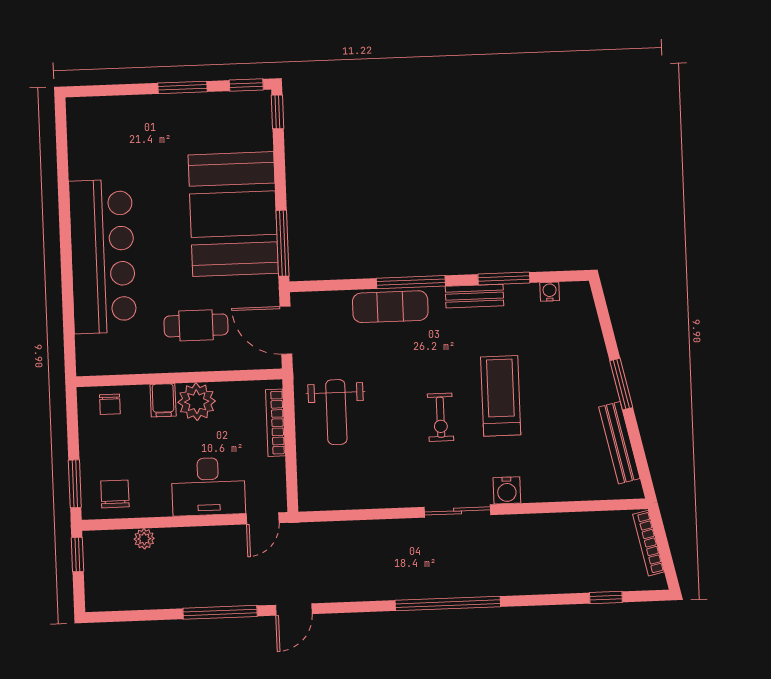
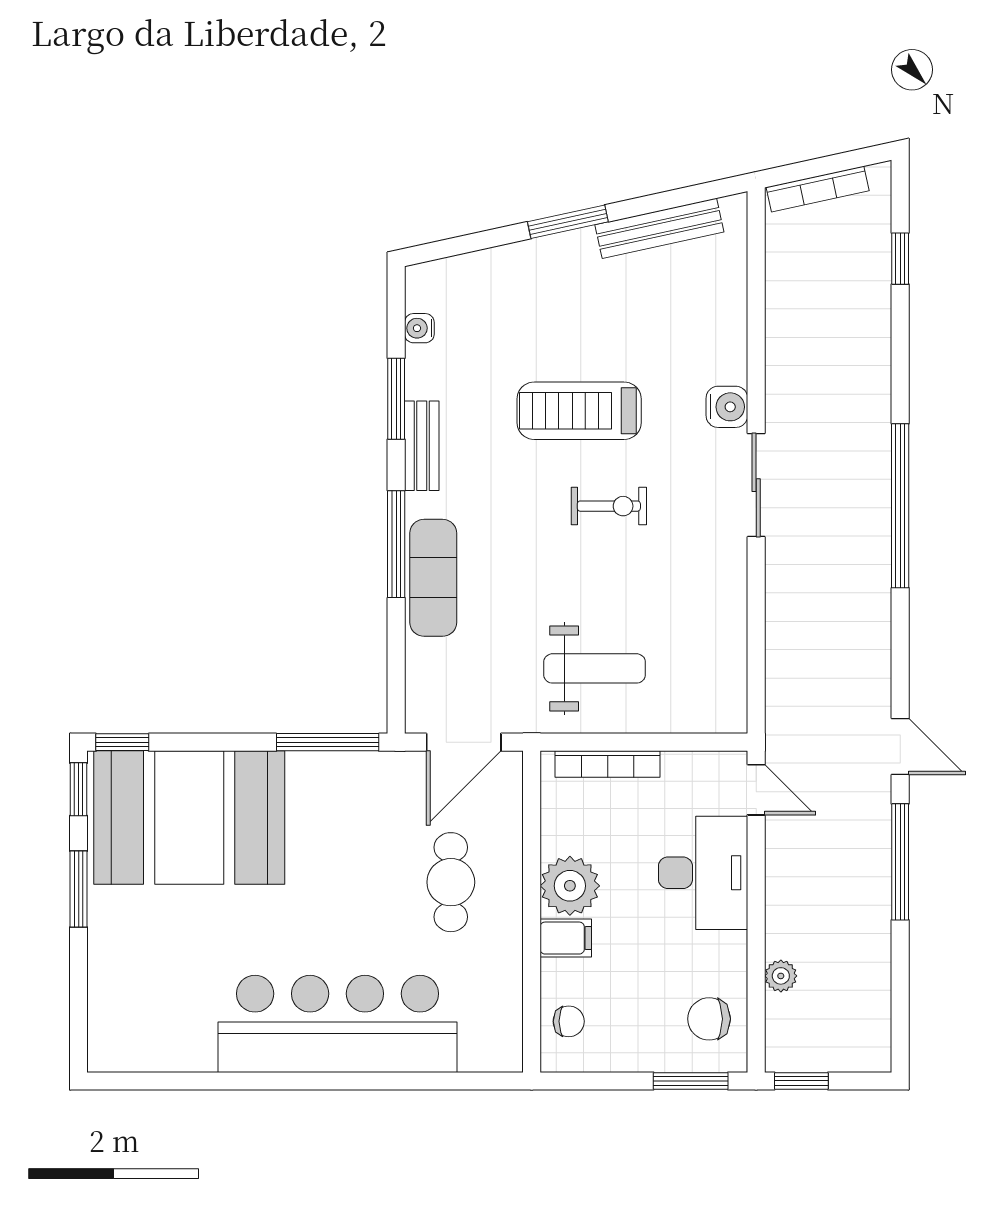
booth: (233, 214) -> (189, 817), moved

